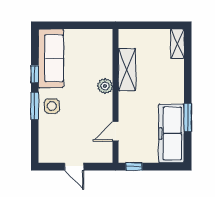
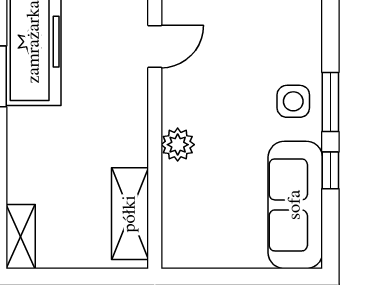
shelving: (127, 70) -> (130, 214), moved

